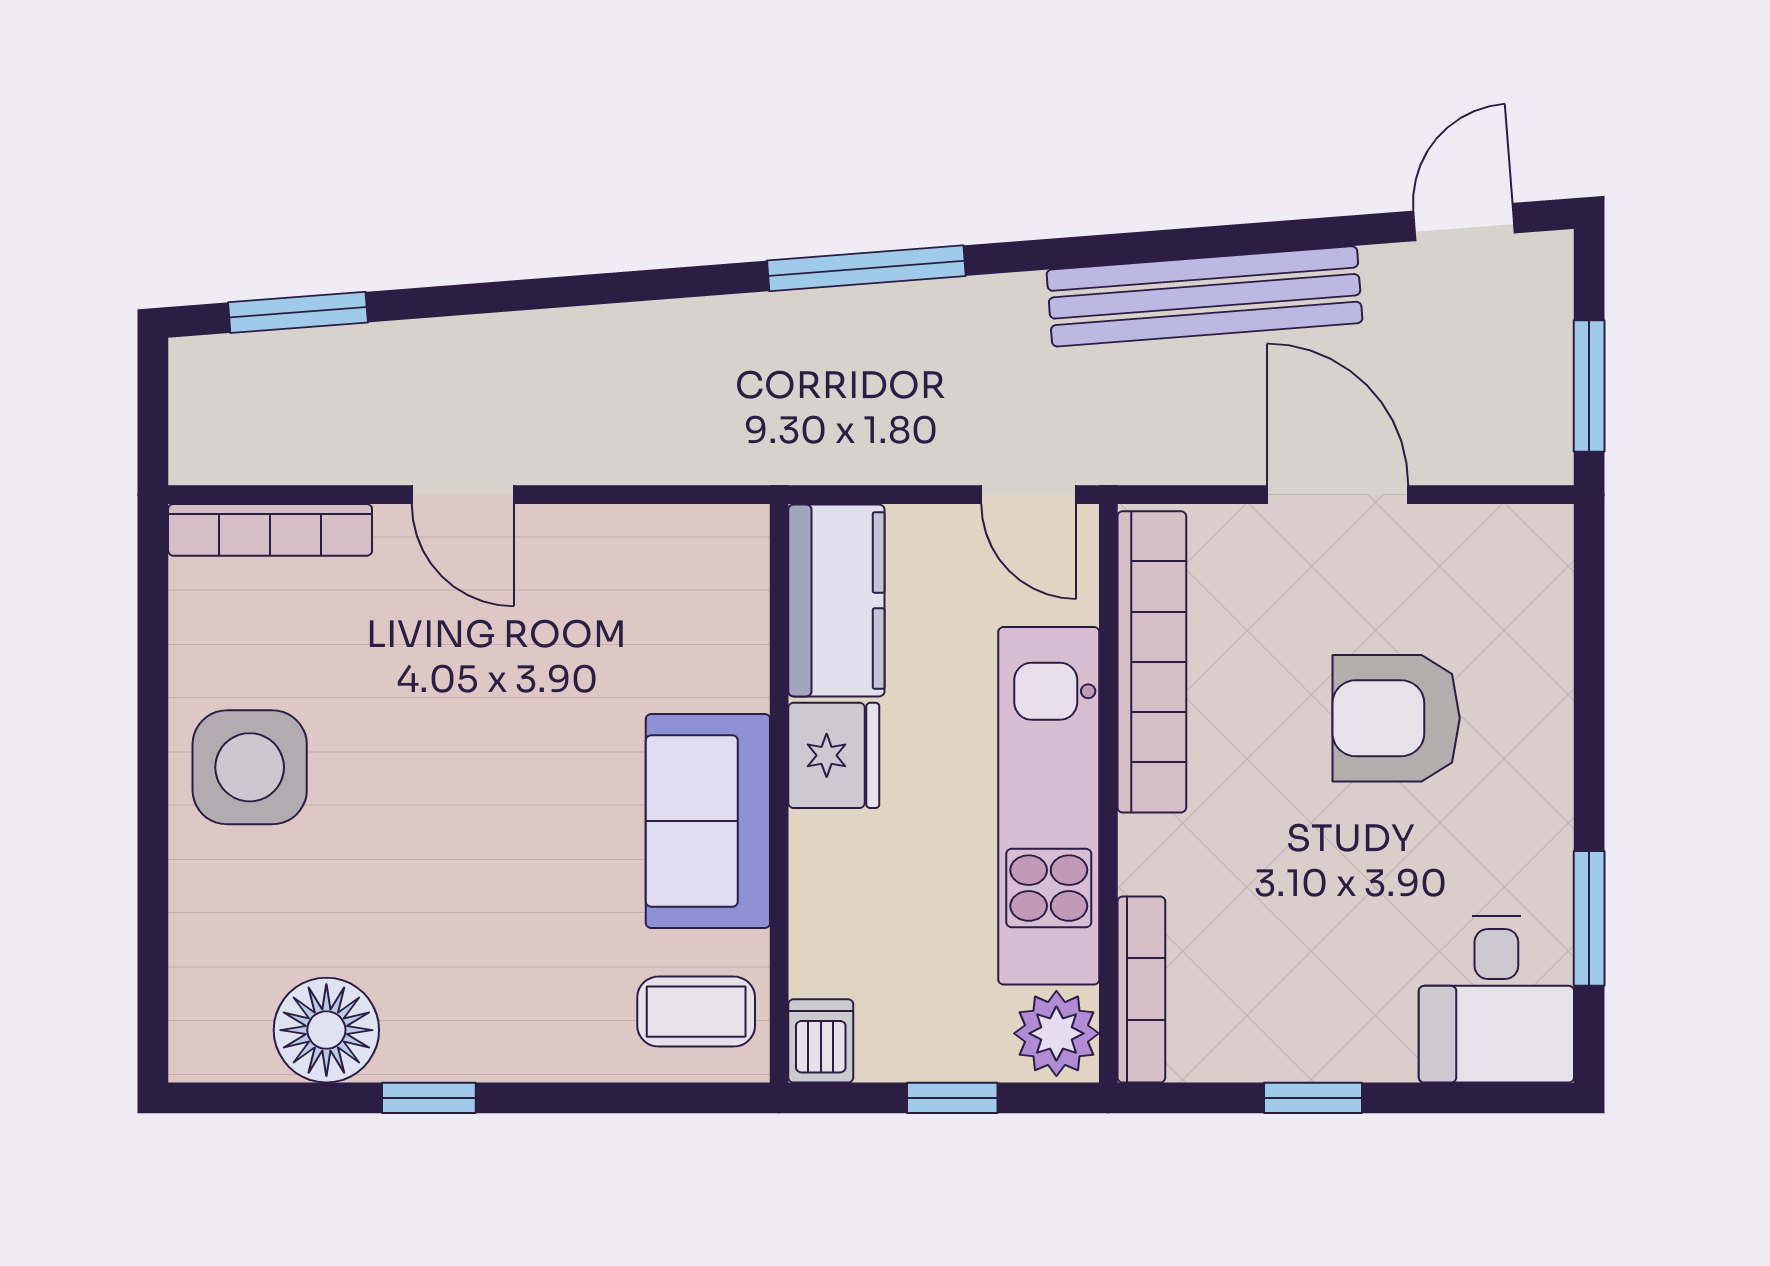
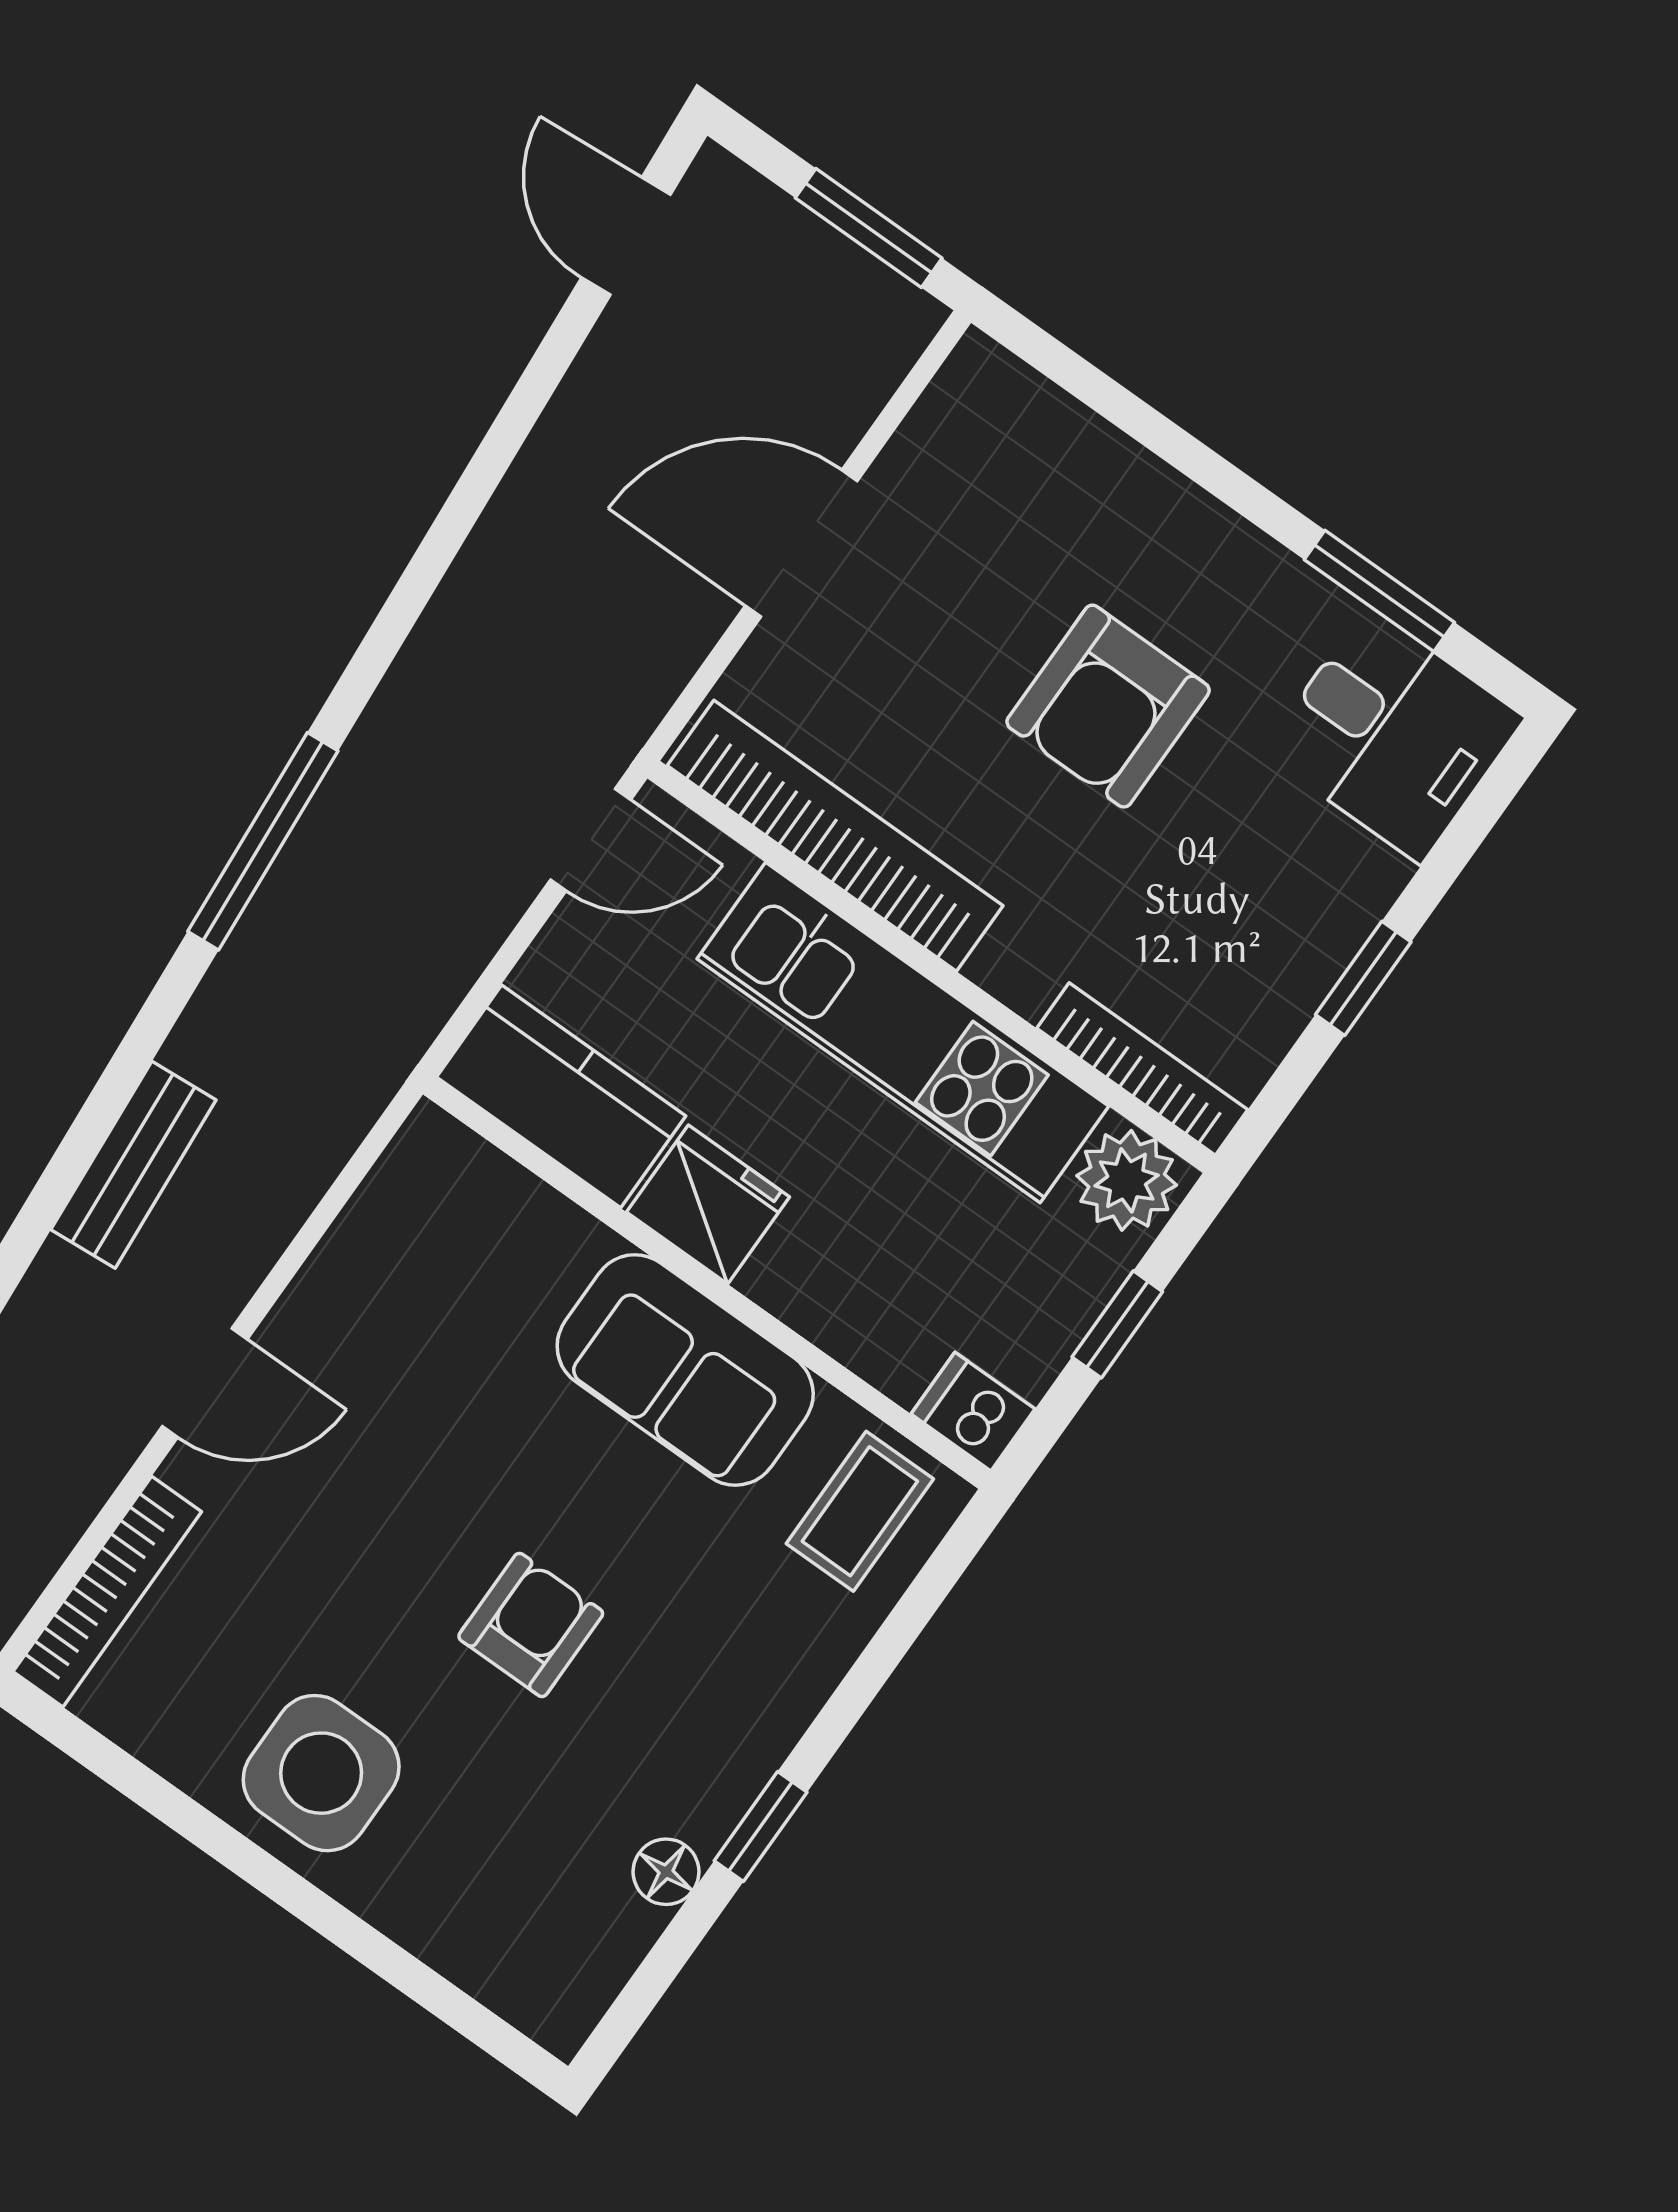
bench: (1205, 296) -> (133, 1165), moved, width x0.54, depth x0.82
armchair: (1396, 718) -> (1108, 706), moved
armchair: (455, 840) -> (531, 1625), added
floor lamp: (326, 1030) -> (666, 1872), width x0.53, depth x0.53

